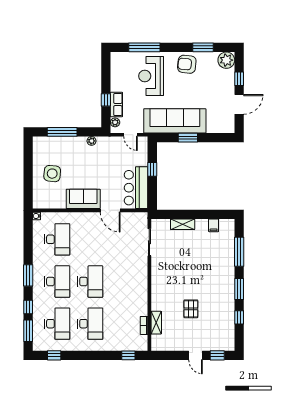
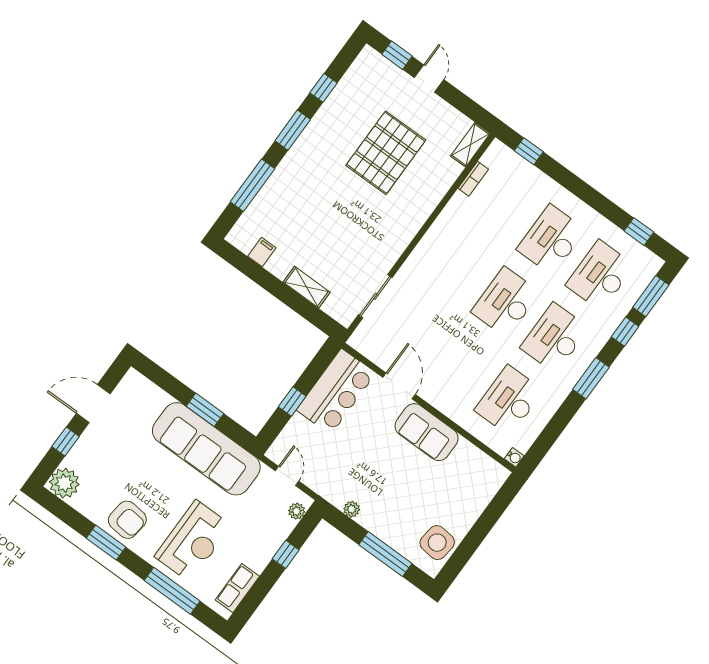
window: (203, 47) -> (106, 543), moved
row of seats: (116, 105) -> (237, 588), moved
side table: (52, 174) -> (437, 543), moved
pallet: (191, 309) -> (386, 153), width x2.05, depth x2.00
shelving: (156, 323) -> (470, 145), moved

